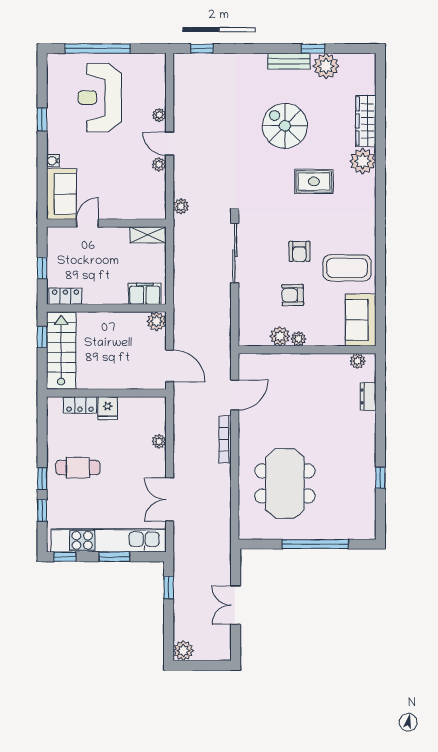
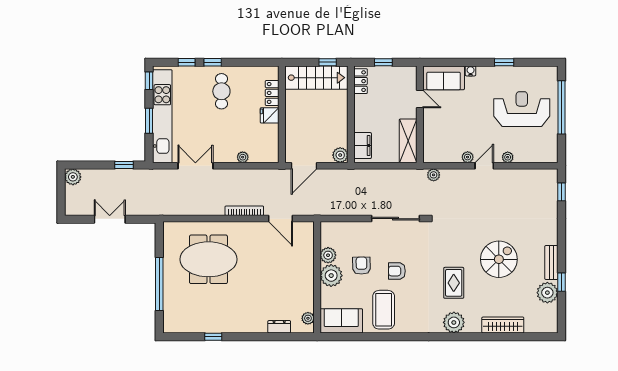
plant: (363, 161) -> (454, 322), moved
shelving: (148, 235) -> (408, 141), width x1.50, depth x1.33
plant: (299, 339) -> (331, 276), width x1.87, depth x1.87

